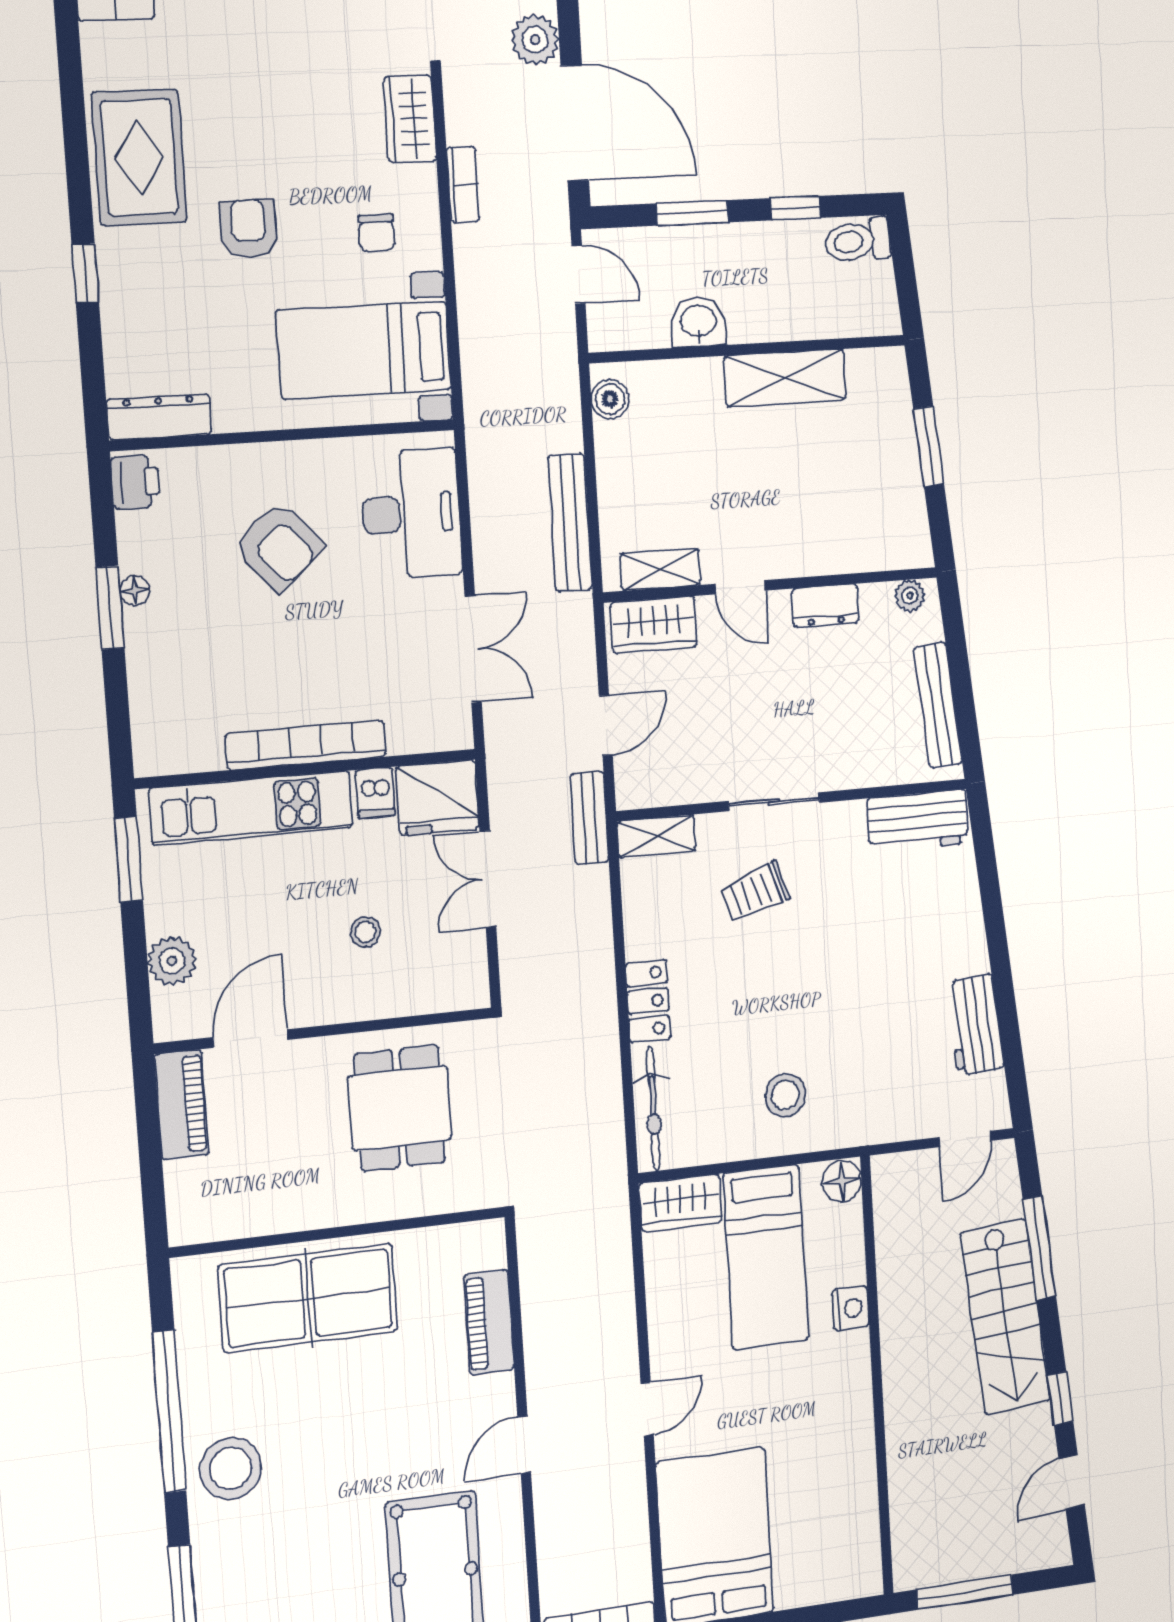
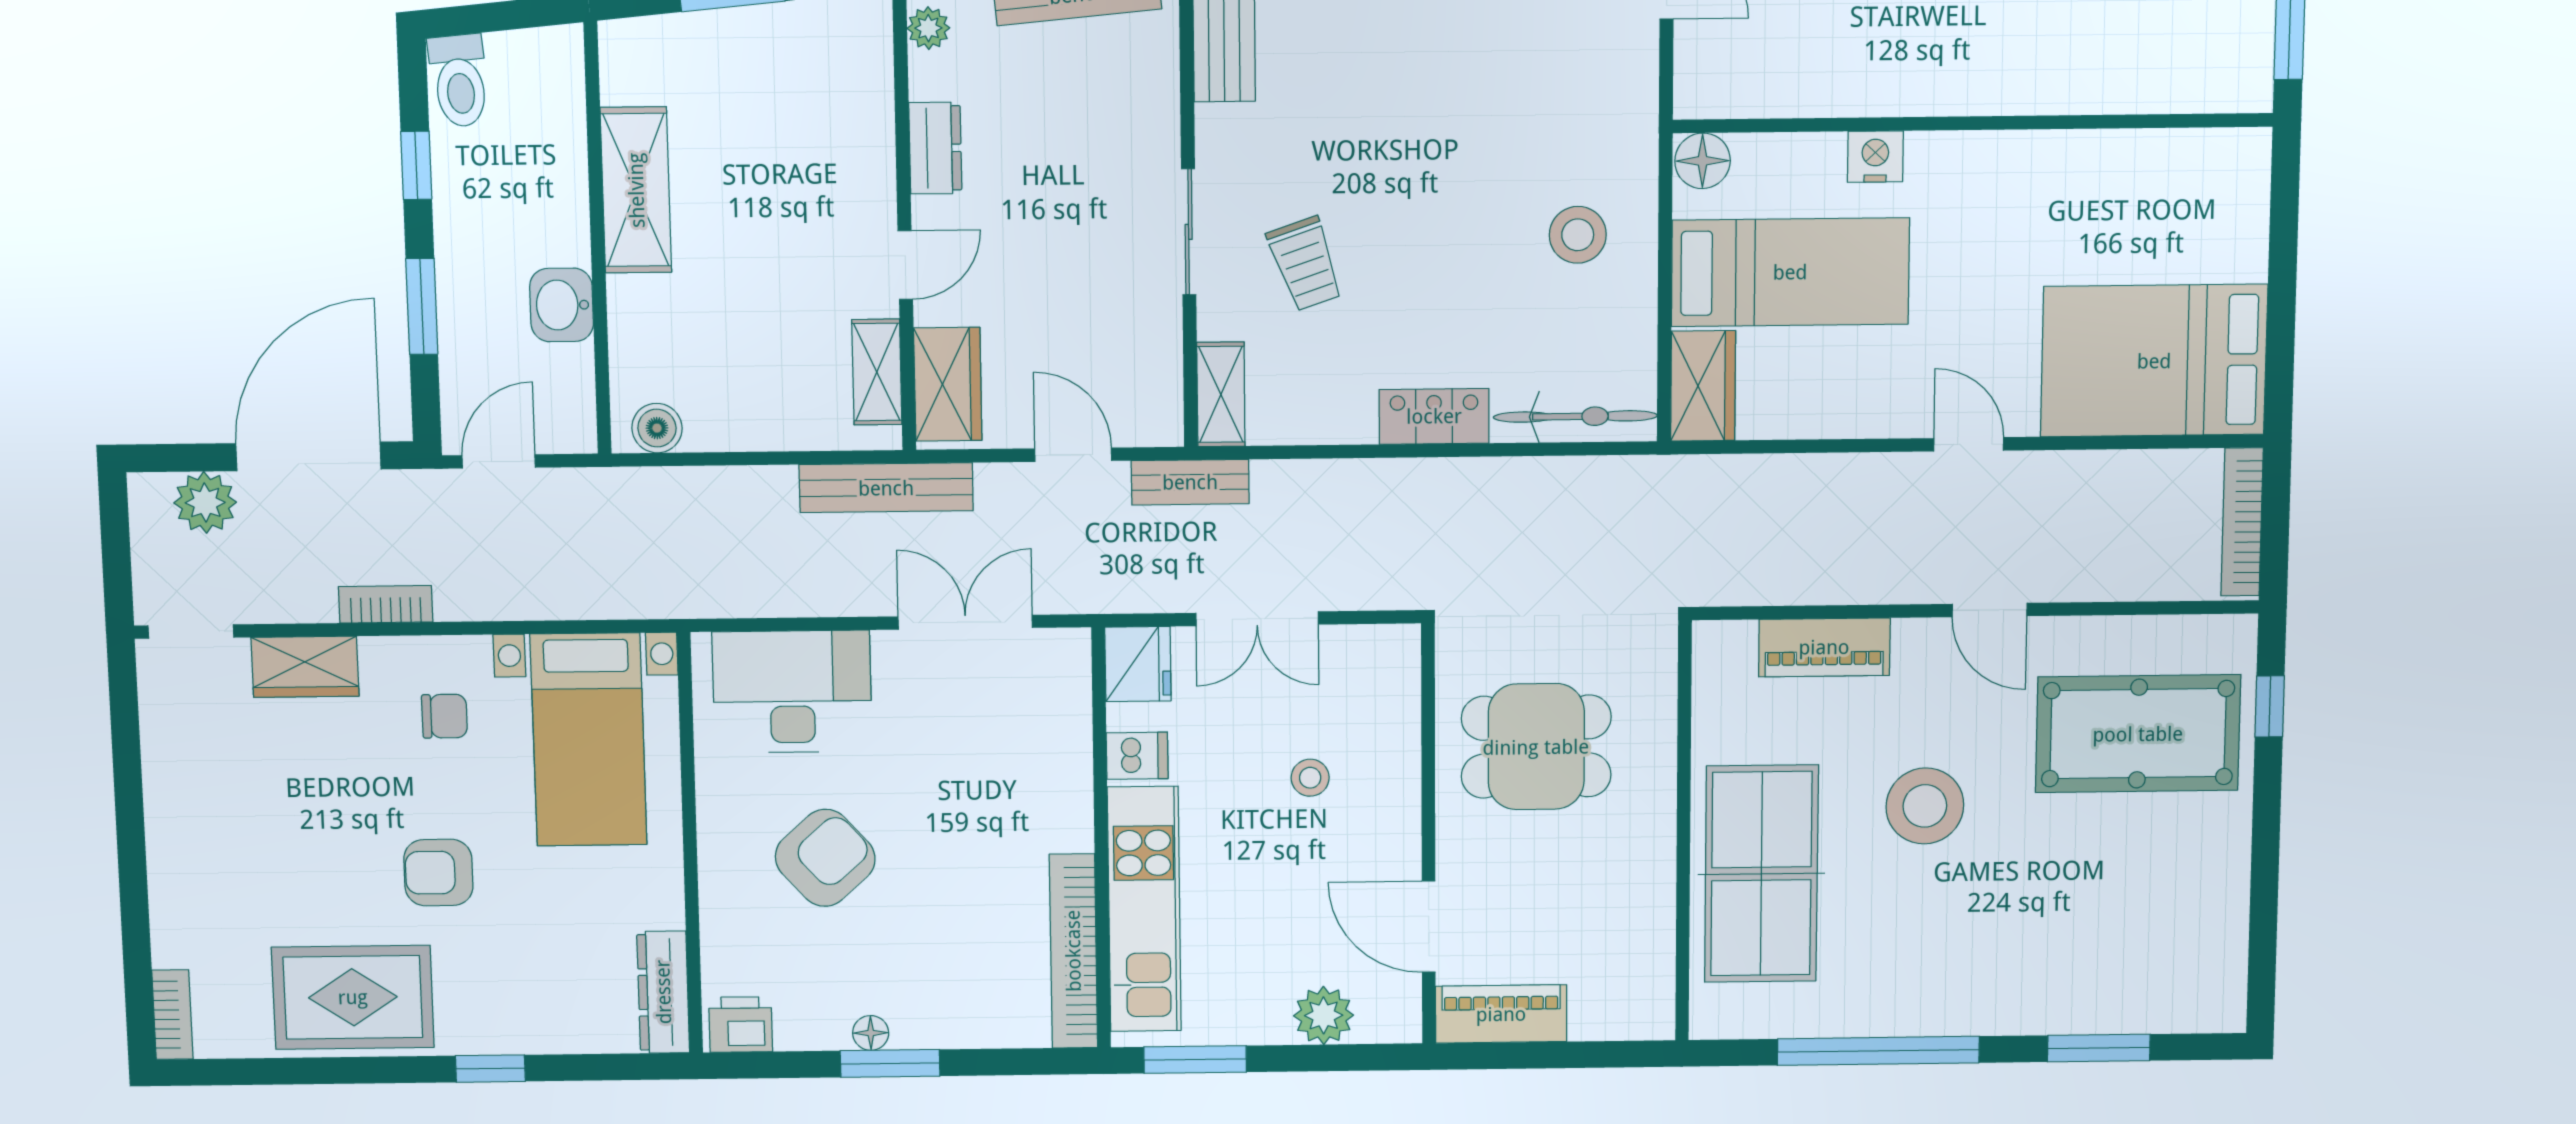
bench: (570, 523) -> (886, 488), moved
bookcase: (306, 745) -> (1073, 951), moved
fridge: (438, 798) -> (1138, 664), width x0.73, depth x0.75
stool: (231, 1468) -> (1925, 806), moved

